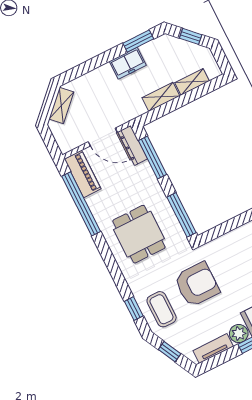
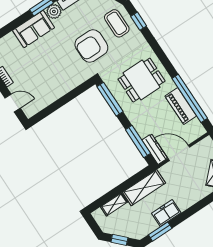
shelving: (161, 97) -> (144, 188), width x1.50, depth x1.33
piano: (83, 174) -> (181, 106), moved
dining table: (139, 234) -> (142, 80), turned 90

